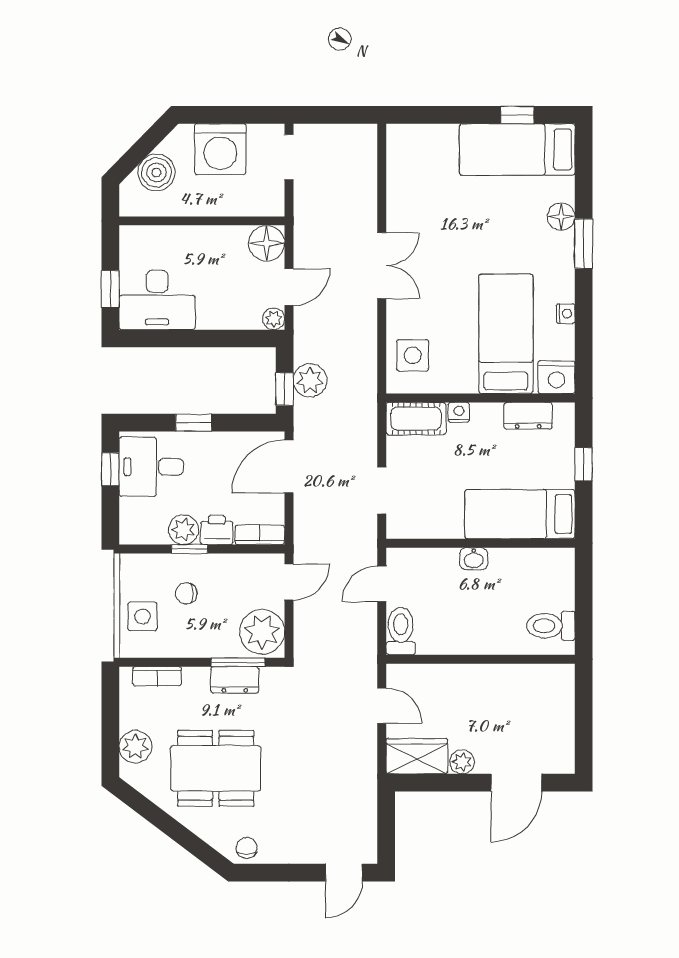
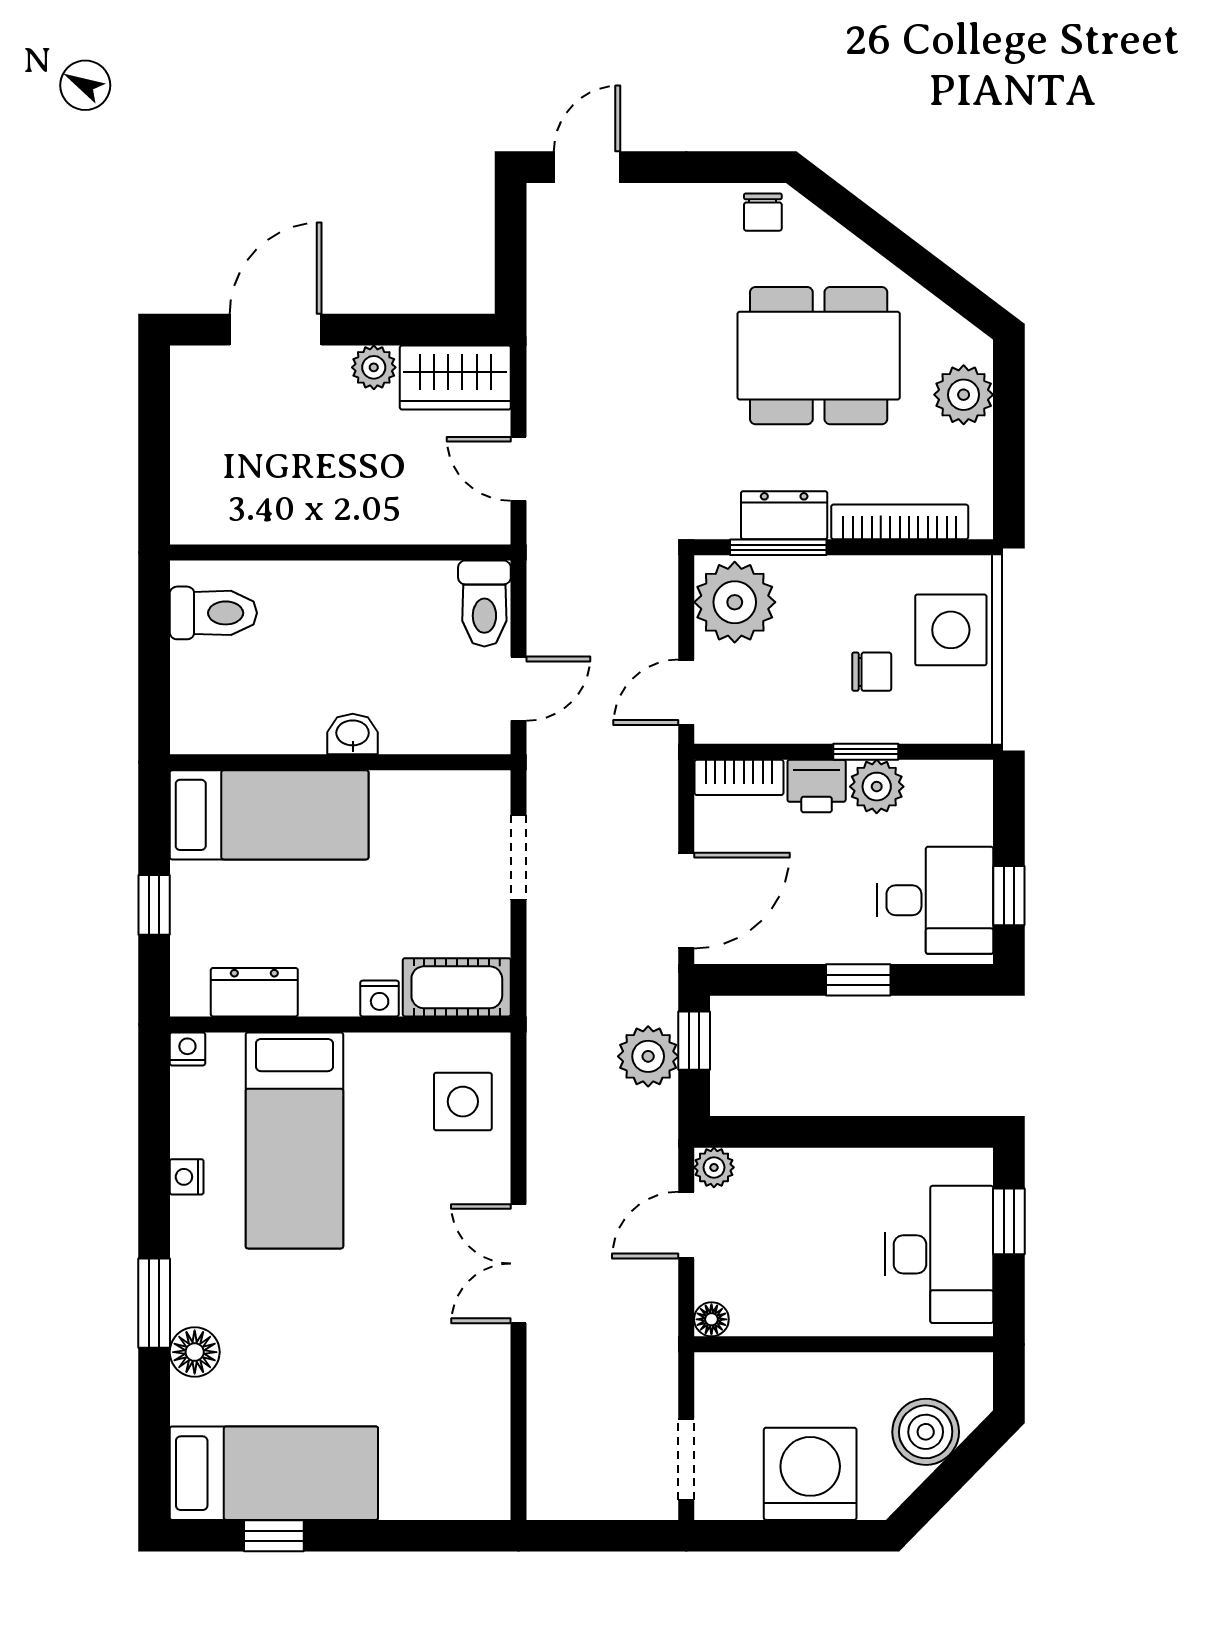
floor lamp: (267, 243) -> (711, 1319), width x0.53, depth x0.53
desk: (157, 300) -> (939, 1254), moved, turned 90
nightstand: (556, 377) -> (187, 1049), width x0.53, depth x0.56
side table: (142, 616) -> (951, 630), width x1.37, depth x1.37
bookcase: (157, 676) -> (900, 522), width x1.56

